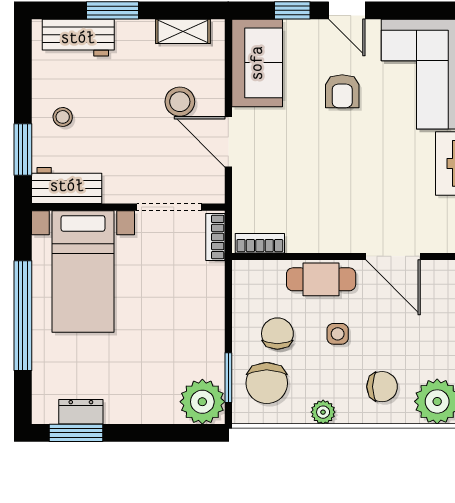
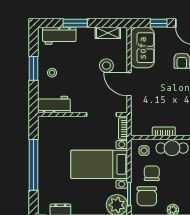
window: (23, 149) -> (34, 68), moved
bookcase: (260, 243) -> (164, 131), moved
bed with nightstands: (83, 272) -> (99, 164), moved, turned 90
side table: (338, 334) -> (144, 151), moved

